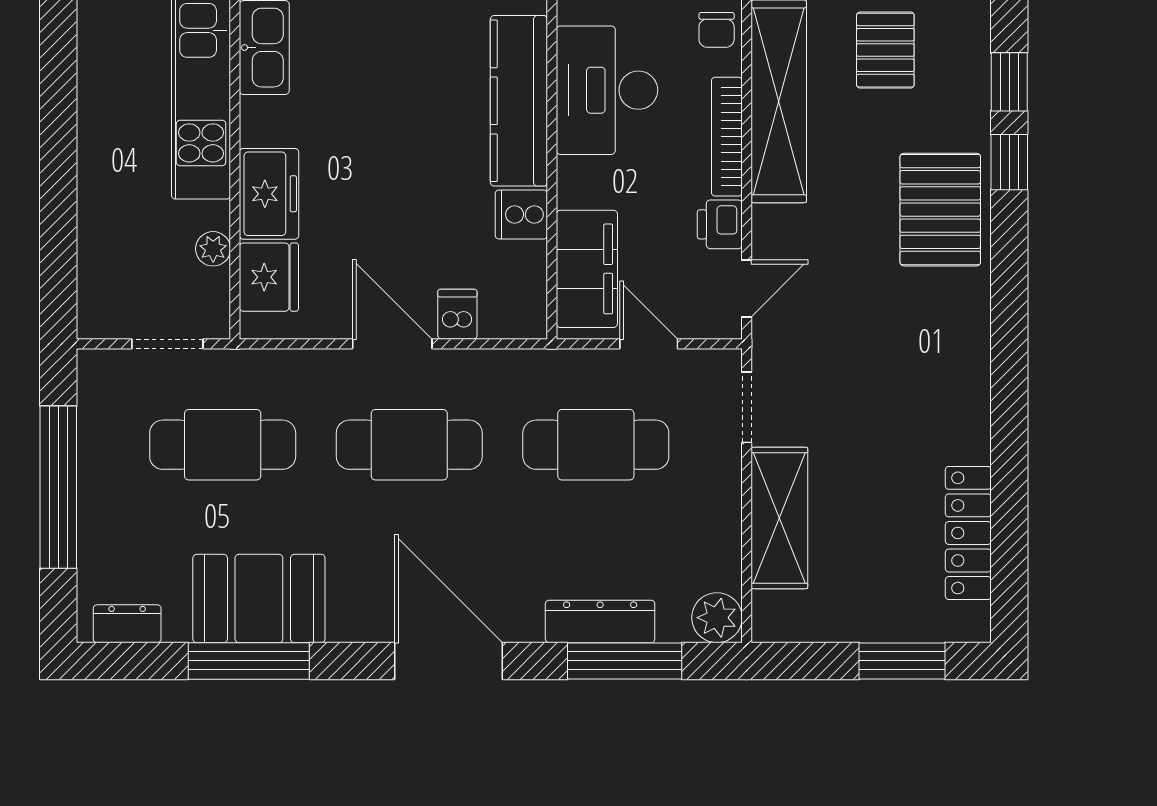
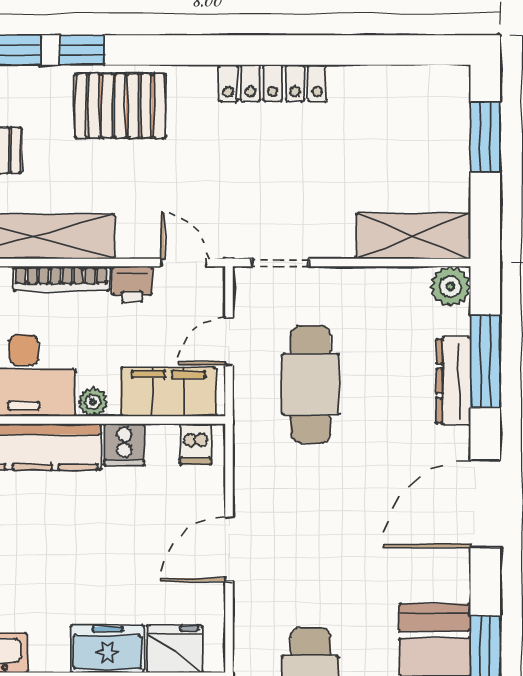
plant: (574, 176) -> (93, 402), added
dishwasher: (457, 314) -> (195, 444), moved, turned -90
cafe table: (409, 445) -> (310, 535), removed
shelving: (779, 518) -> (413, 236), moved
locker: (968, 533) -> (273, 83), moved

